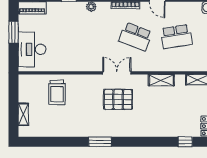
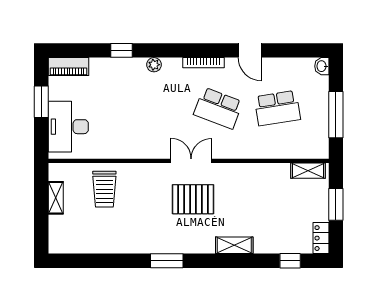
shelving: (161, 80) -> (234, 245), moved
shelving: (23, 114) -> (56, 198), moved

